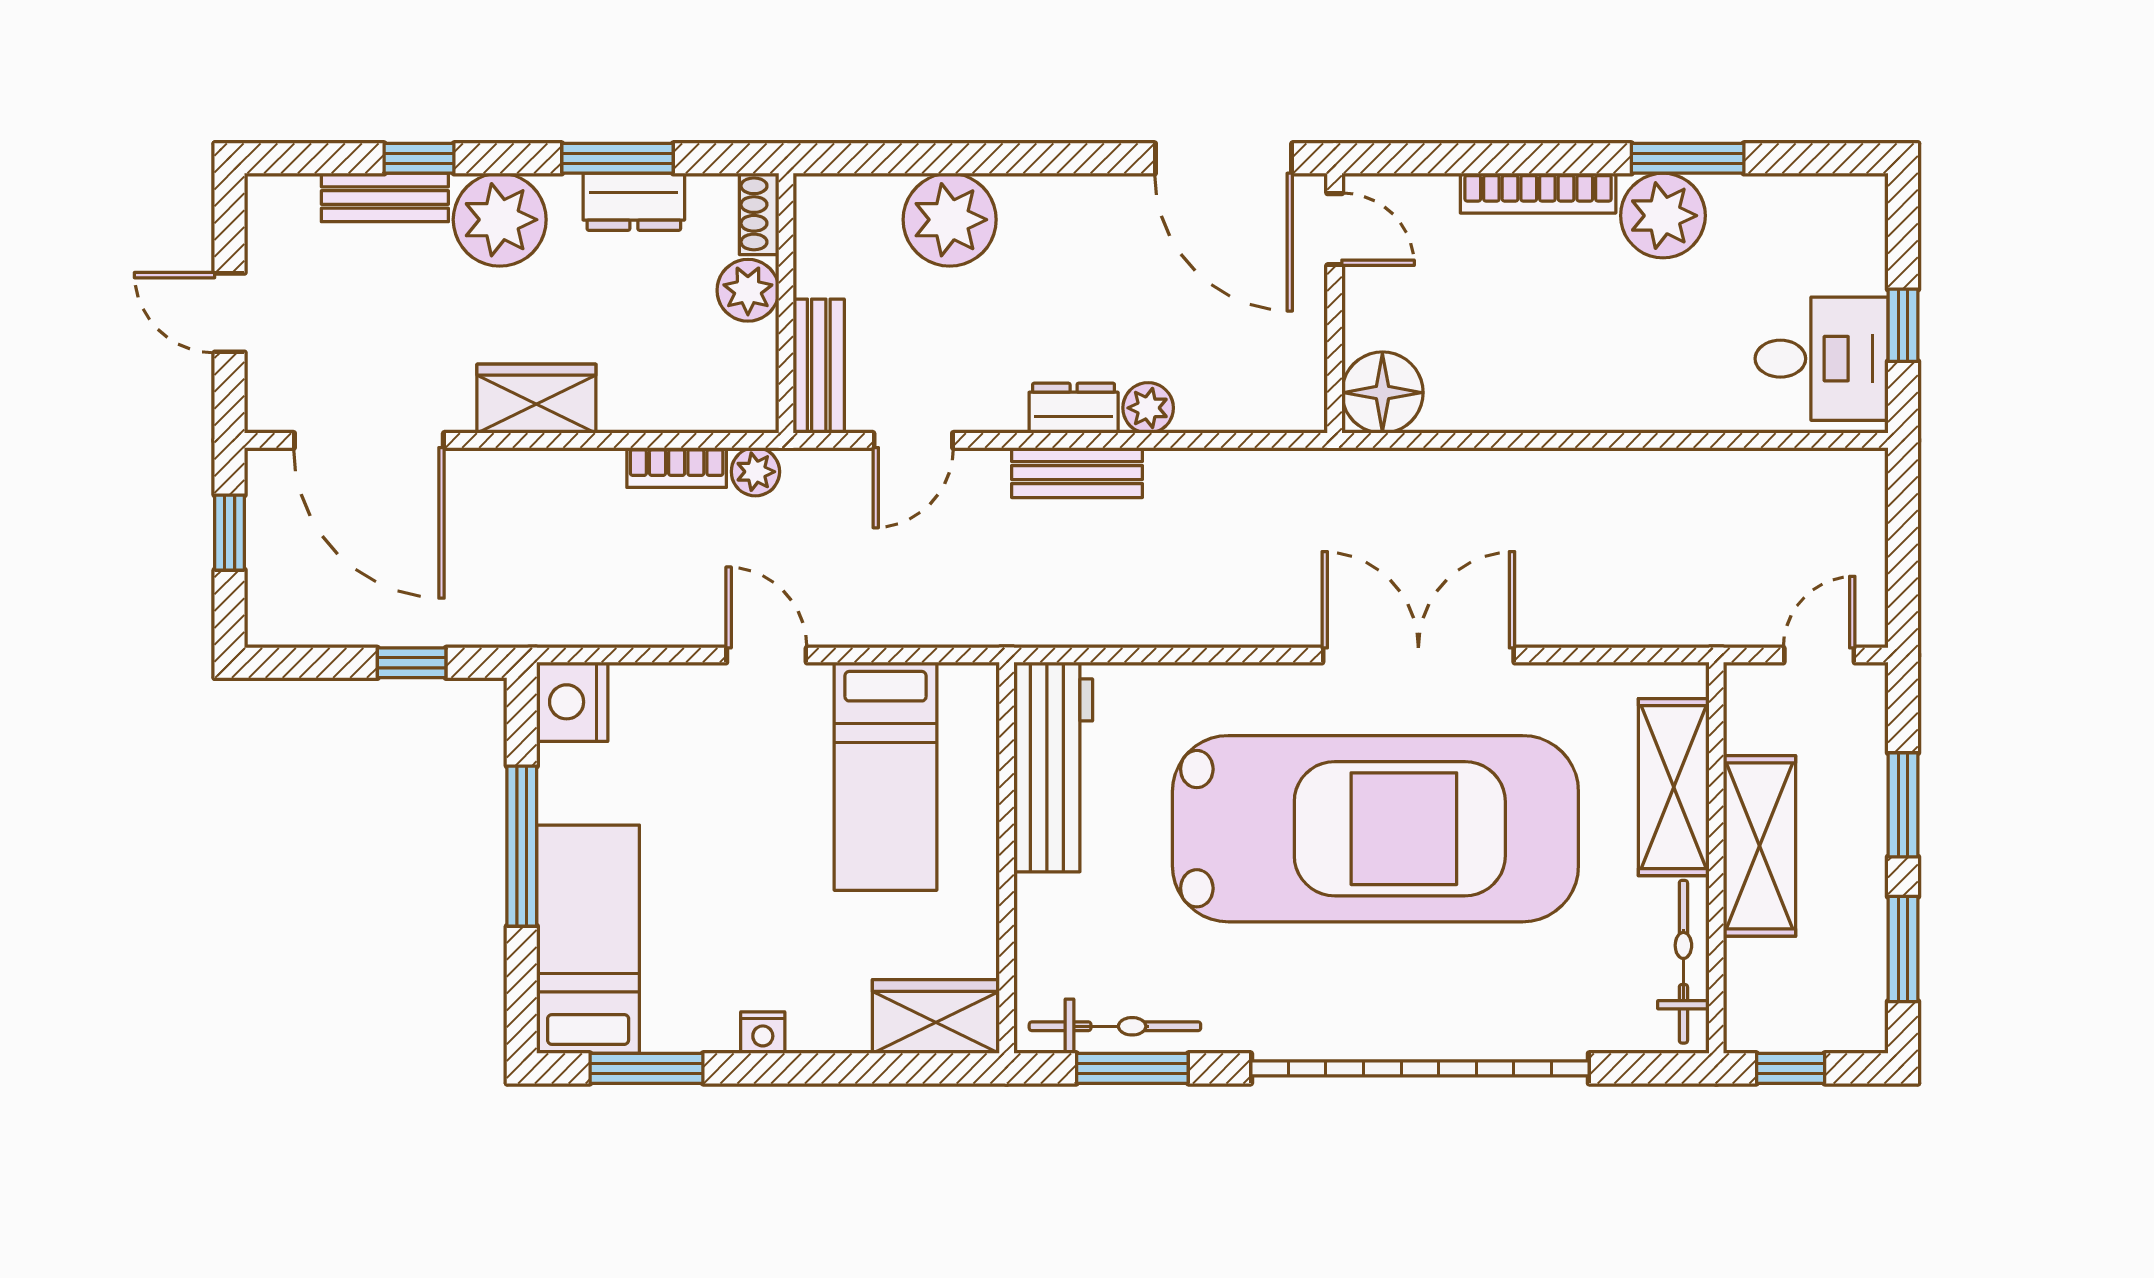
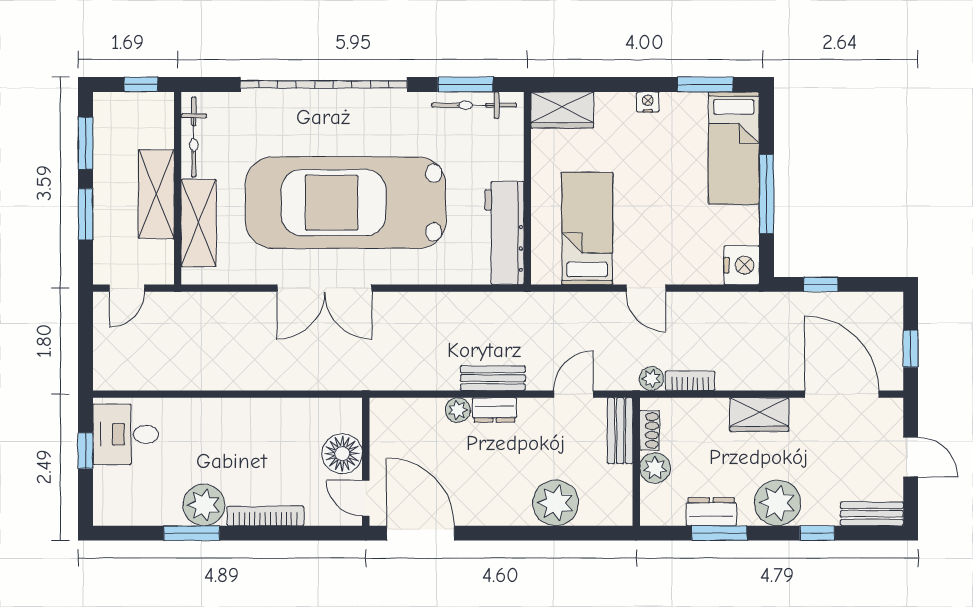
bench: (385, 197) -> (872, 514), moved
shoe rack: (759, 214) -> (650, 430), moved
floor lamp: (1382, 393) -> (342, 454), moved

